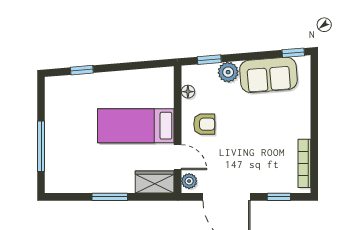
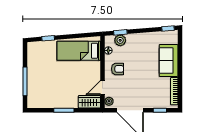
plant: (228, 72) -> (120, 40), moved
sofa: (268, 75) -> (169, 60), moved, turned 95
bed: (136, 126) -> (79, 51), moved
door: (178, 157) -> (102, 88), swing flipped

